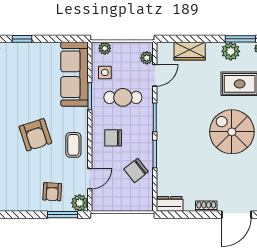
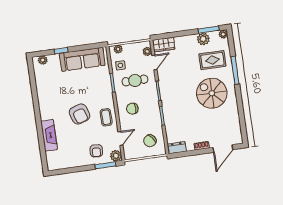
wardrobe: (190, 51) -> (164, 44), moved
sofa: (75, 74) -> (82, 59), moved, turned -90
chair: (136, 170) -> (150, 141), moved

